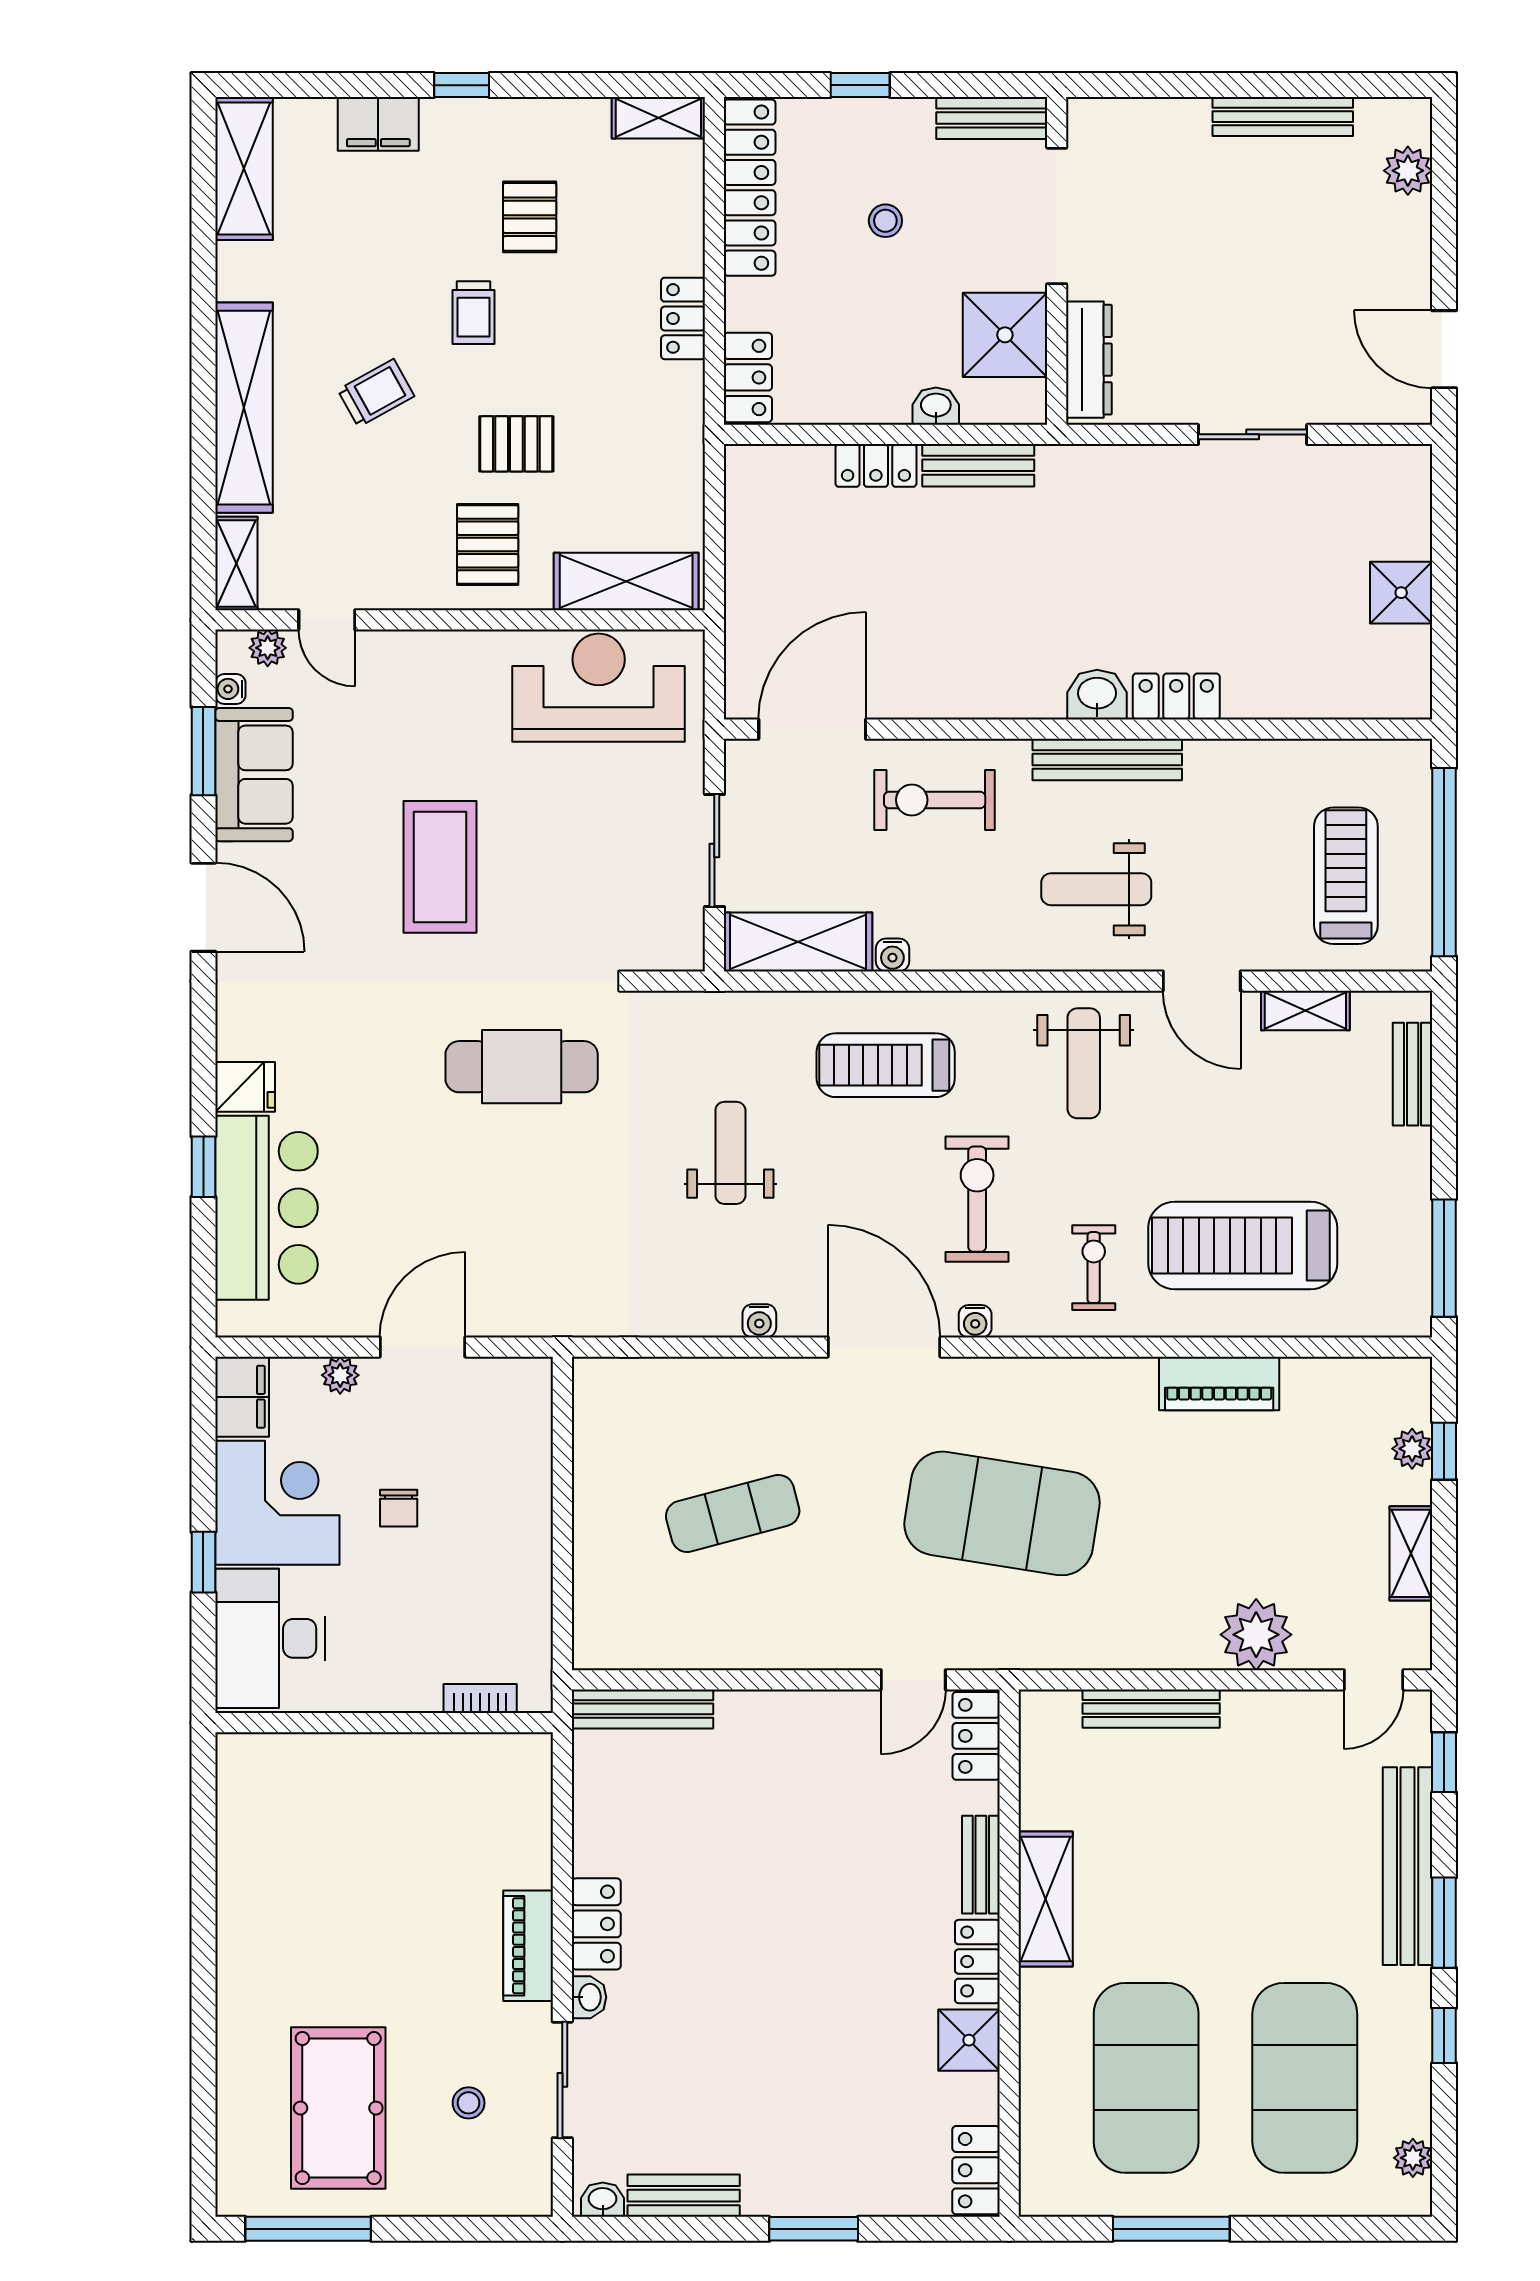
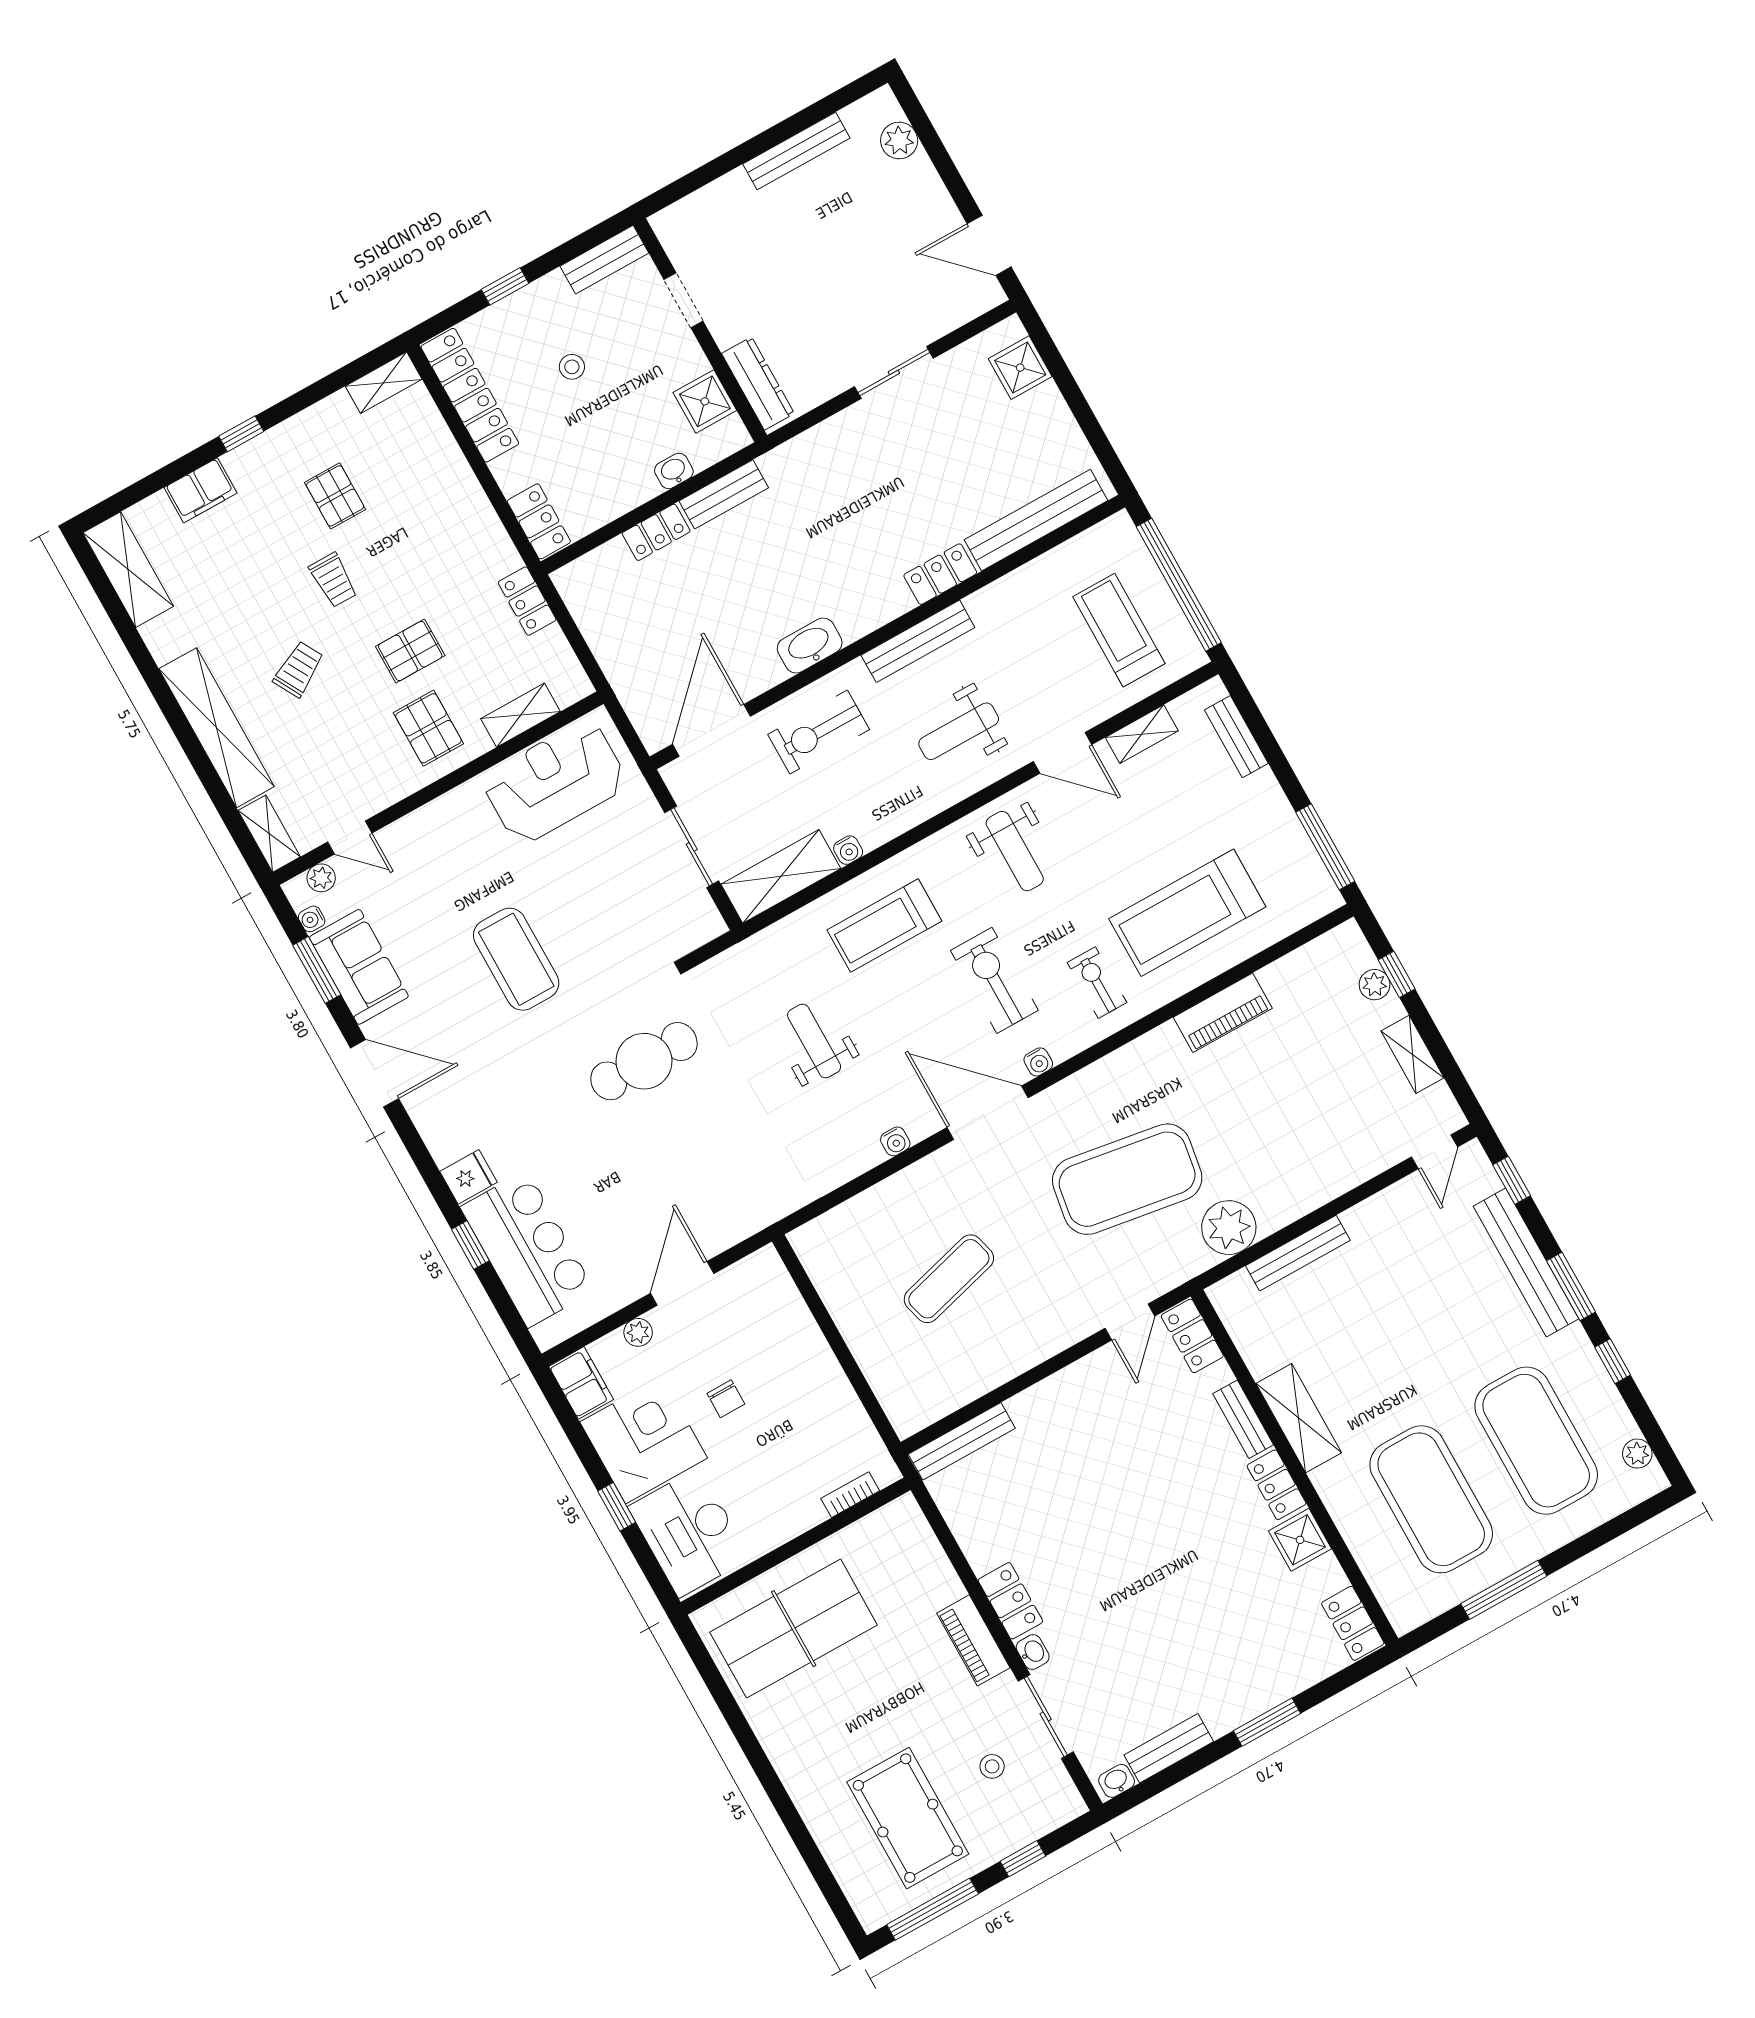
doorway: (1057, 216) -> (683, 300), width x0.53
locker: (683, 318) -> (527, 601), moved
shower: (1005, 335) -> (705, 401), width x0.73, depth x0.73
shelving: (626, 581) -> (520, 715), width x0.67, depth x0.75
shower: (1401, 593) -> (1020, 368), moved
washbasin: (1097, 695) -> (810, 645), moved, width x1.38
bench: (1321, 696) -> (1036, 520), added
plant: (1256, 1635) -> (1229, 1228), moved
table tennis table: (329, 1816) -> (794, 1629), added
window: (445, 2229) -> (1023, 1859), added

